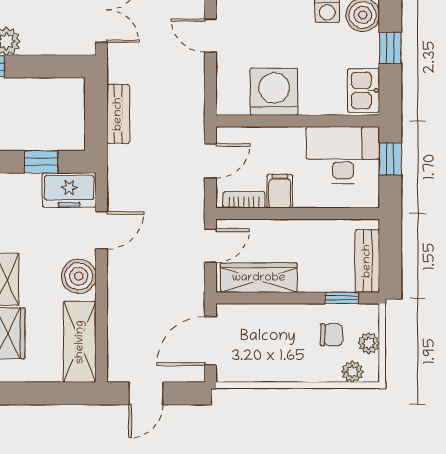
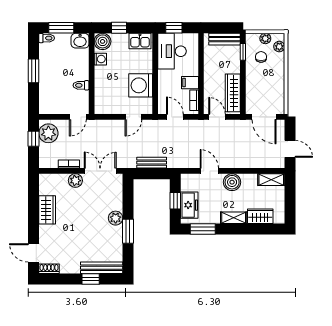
door: (210, 36) -> (133, 117), moved
freezer: (69, 190) -> (189, 205), moved
shelving: (80, 342) -> (271, 180), width x0.67, depth x0.75

